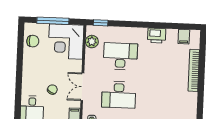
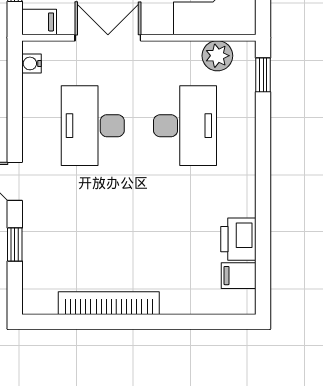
printer: (157, 36) -> (238, 239), moved
bookcase: (194, 70) -> (109, 303), moved

